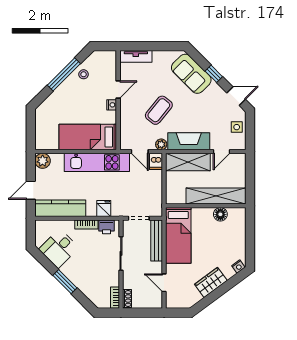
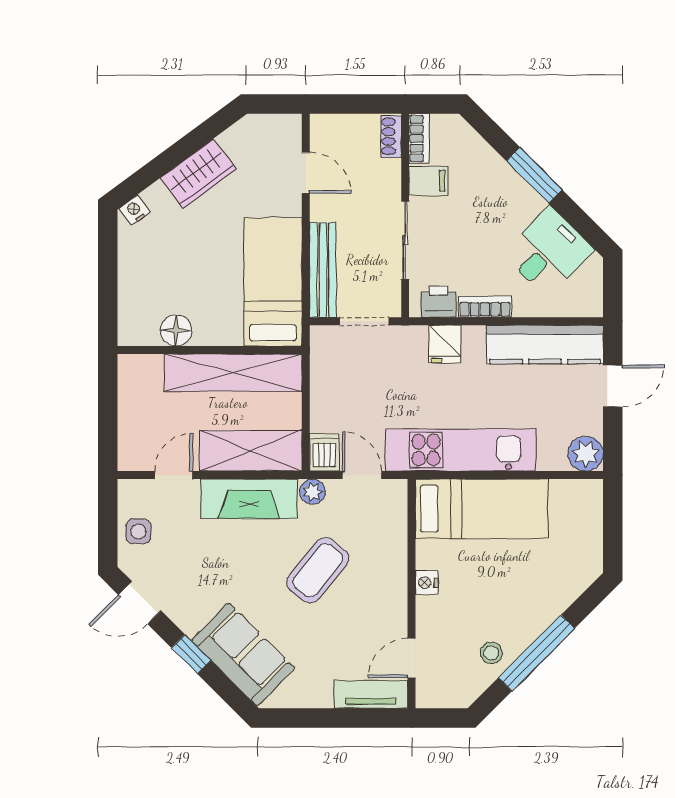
door: (118, 89) -> (412, 658), moved
shelving: (216, 196) -> (233, 373), moved
filing cabinet: (111, 279) -> (428, 181), added

